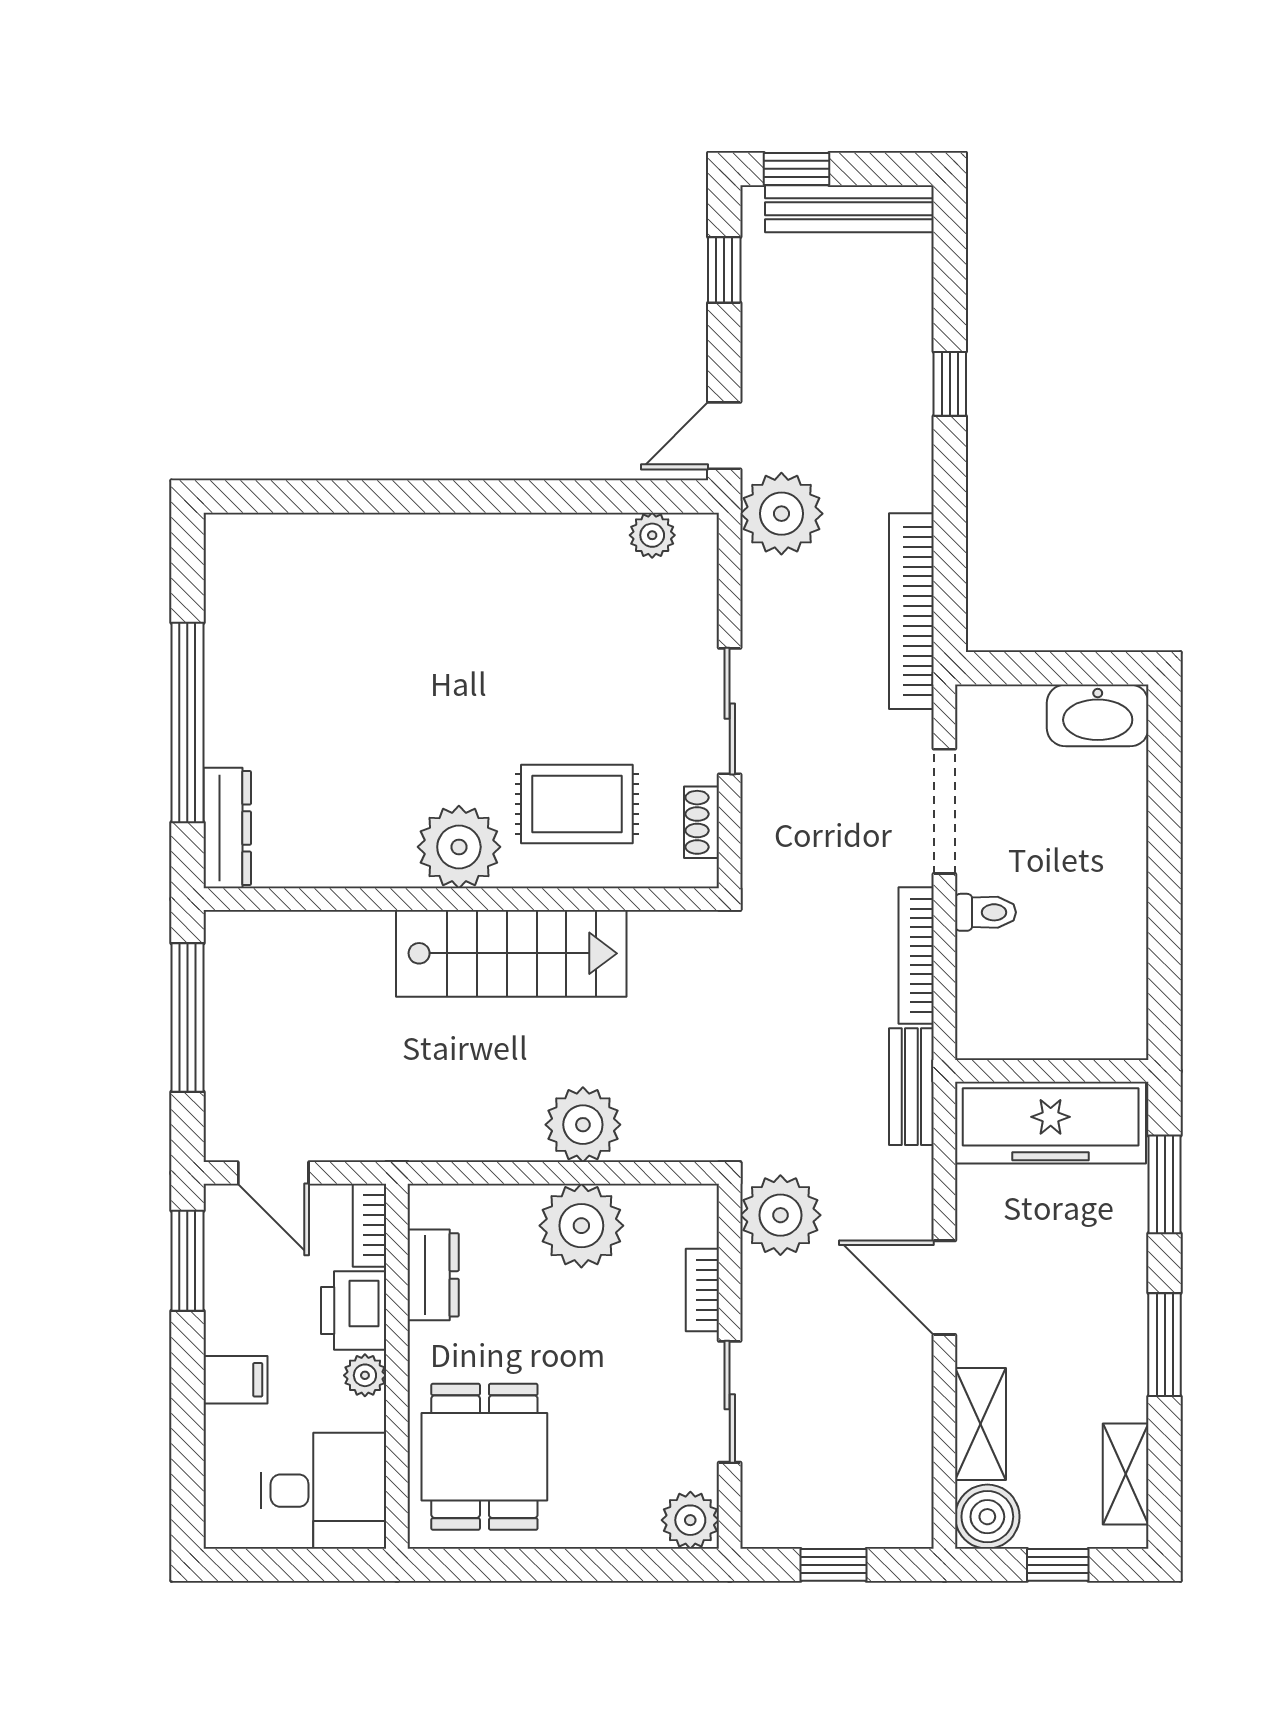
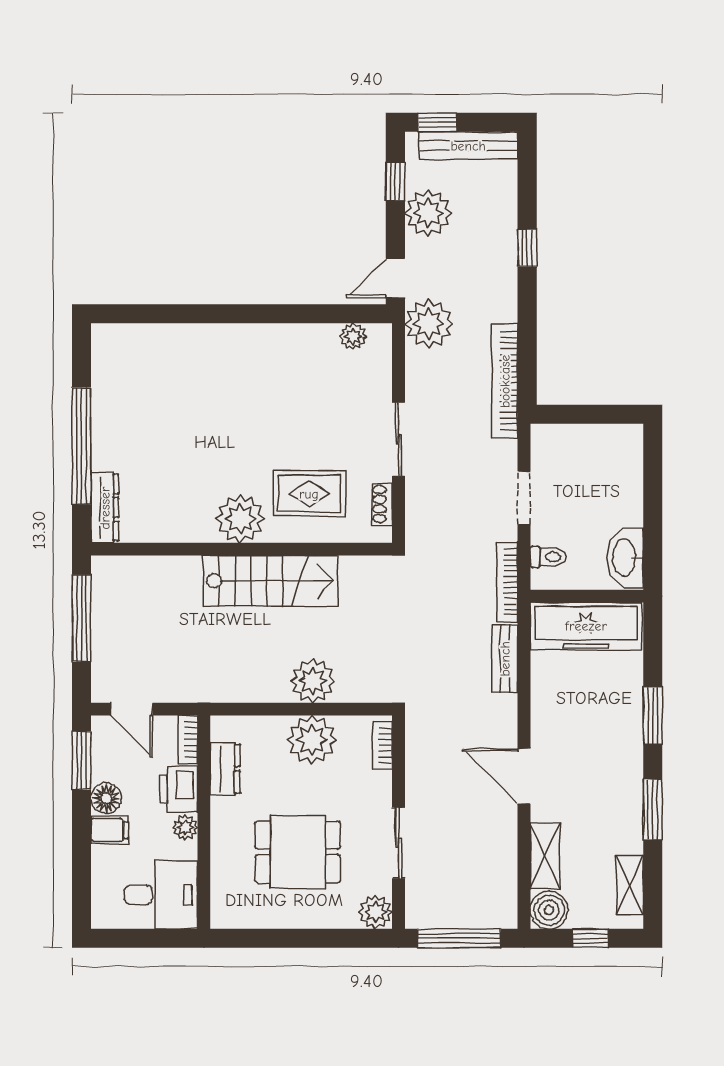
washbasin: (1098, 715) -> (625, 558), moved, turned 90
doorway: (944, 811) -> (524, 498), width x0.73
wall: (1052, 1071) -> (587, 596), moved
freezer: (1051, 1123) -> (586, 626), moved
plant: (780, 1215) -> (428, 213), moved
bookcase: (702, 1290) -> (383, 746), moved
floor lamp: (230, 1326) -> (106, 798), added
dining table: (484, 1457) -> (298, 852), moved, turned 90
window: (834, 1565) -> (459, 938), width x2.17

